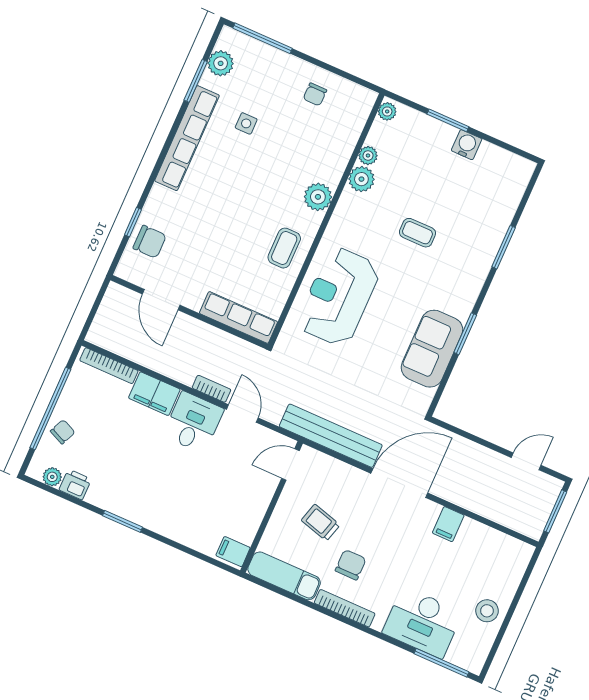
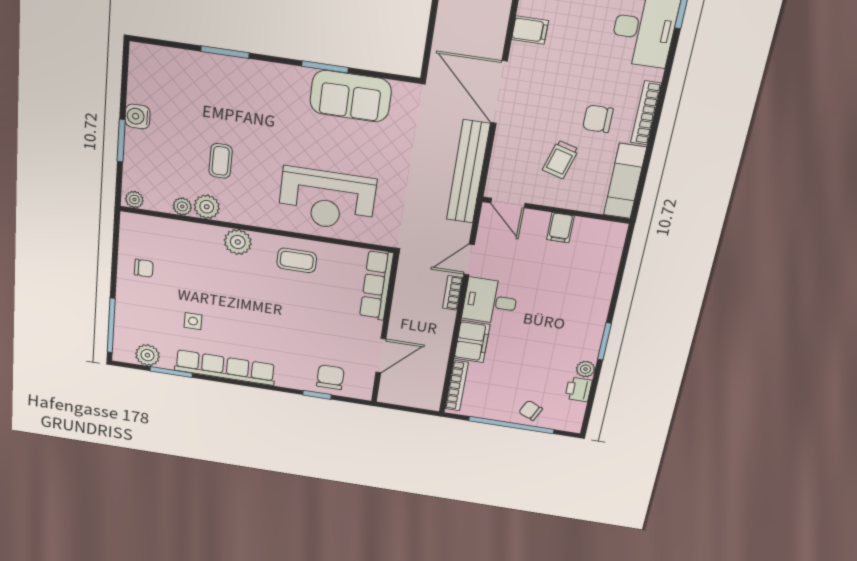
coffee table: (417, 233) -> (221, 161), moved
plant: (52, 477) -> (586, 369), moved
filing cabinet: (233, 552) -> (560, 228), moved

